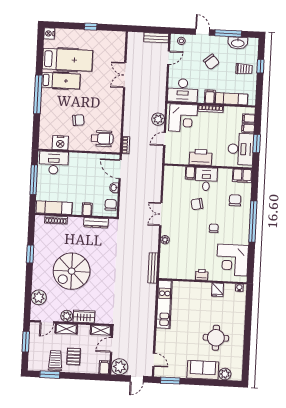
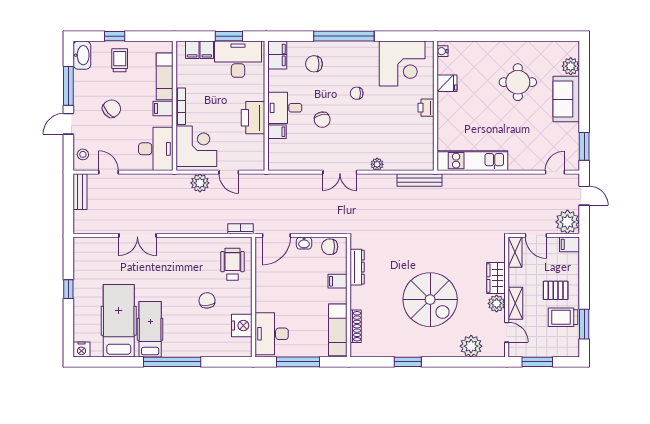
washbasin: (238, 43) -> (82, 55), moved

